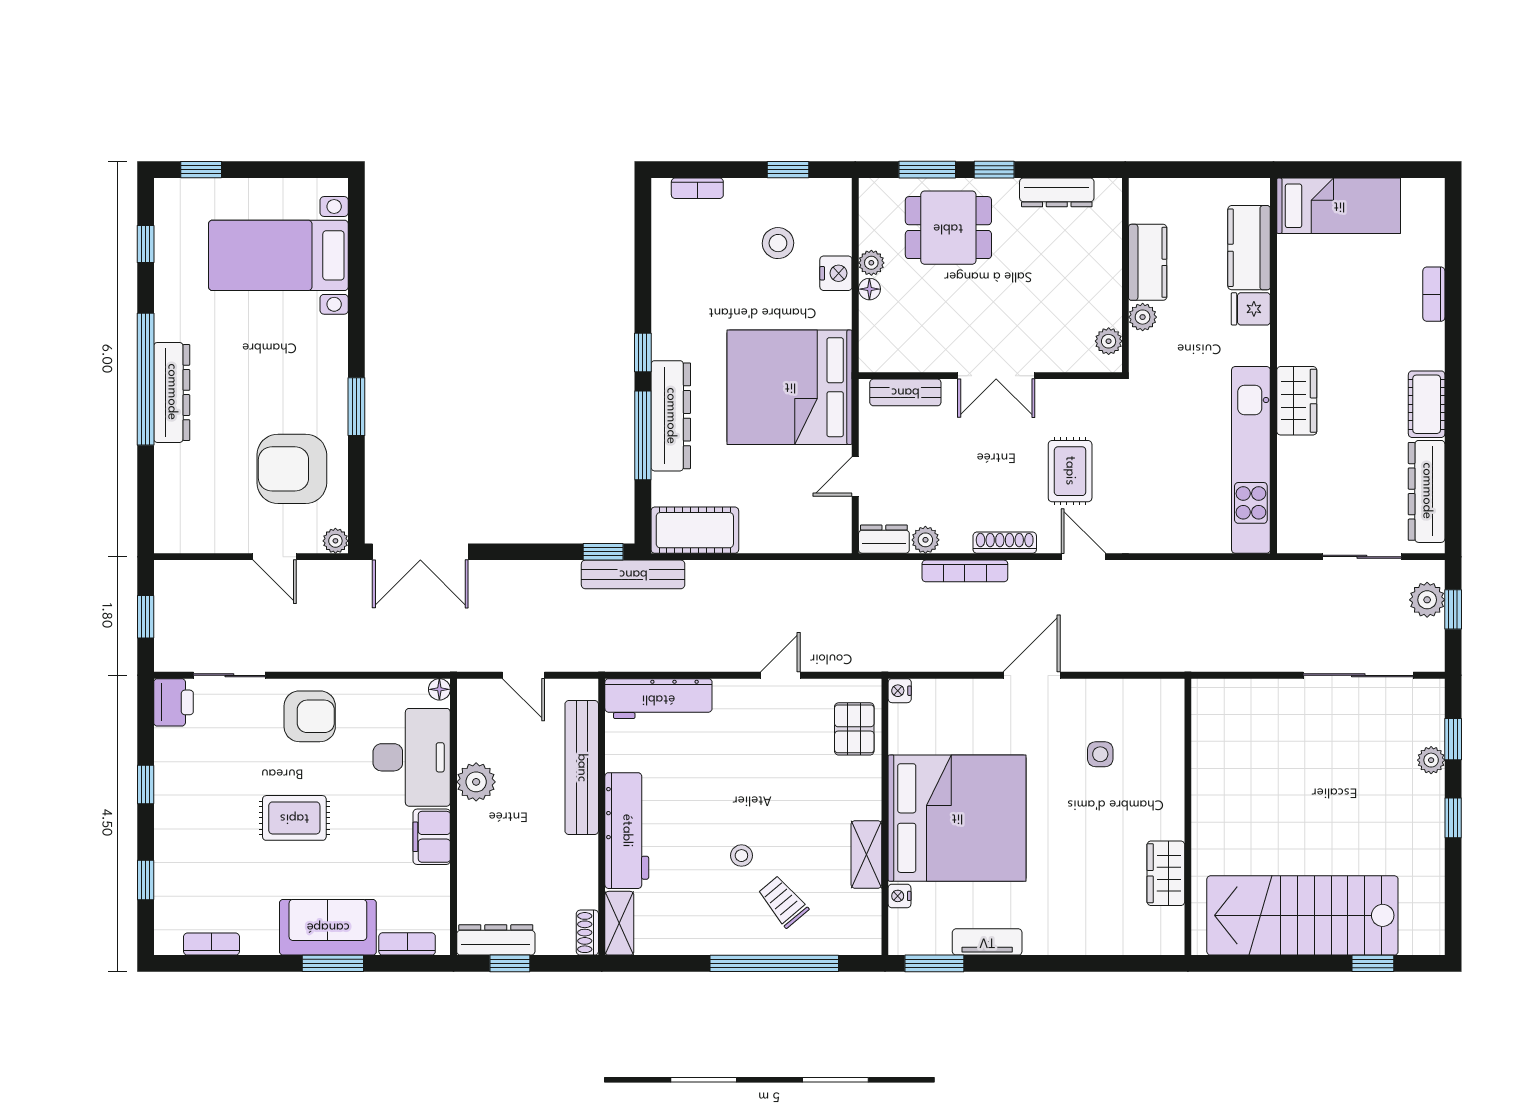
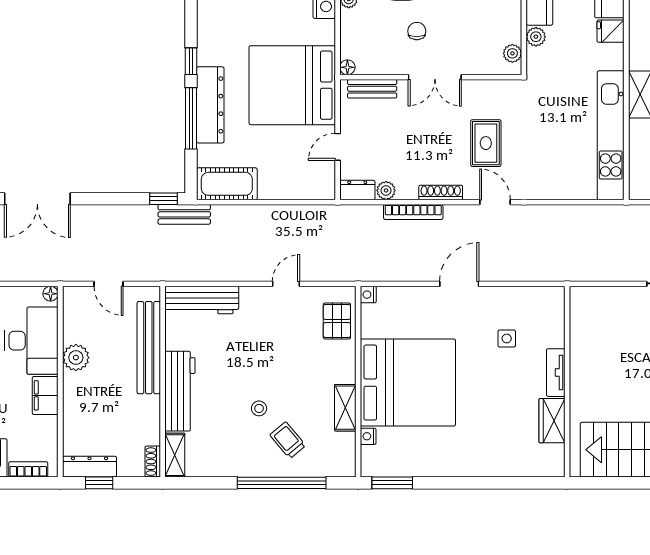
floor lamp: (869, 289) -> (347, 67), moved
chair: (970, 309) -> (417, 31), added
bench: (633, 574) -> (184, 214), width x0.73
tv unit: (987, 942) -> (556, 373), moved, turned -90

